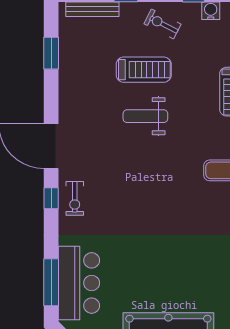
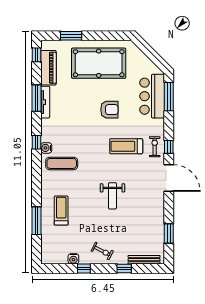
treadmill: (144, 70) -> (126, 146), moved
weight bench: (145, 116) -> (112, 196), turned 90
armchair: (150, 261) -> (109, 110), added

